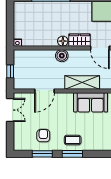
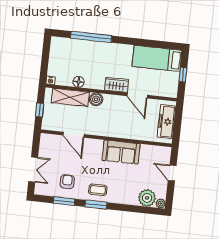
floor lamp: (63, 41) -> (79, 82), moved
shelving: (82, 82) -> (70, 97), moved
door: (44, 91) -> (74, 135), hinge flipped
double door: (10, 110) -> (33, 169), moved

